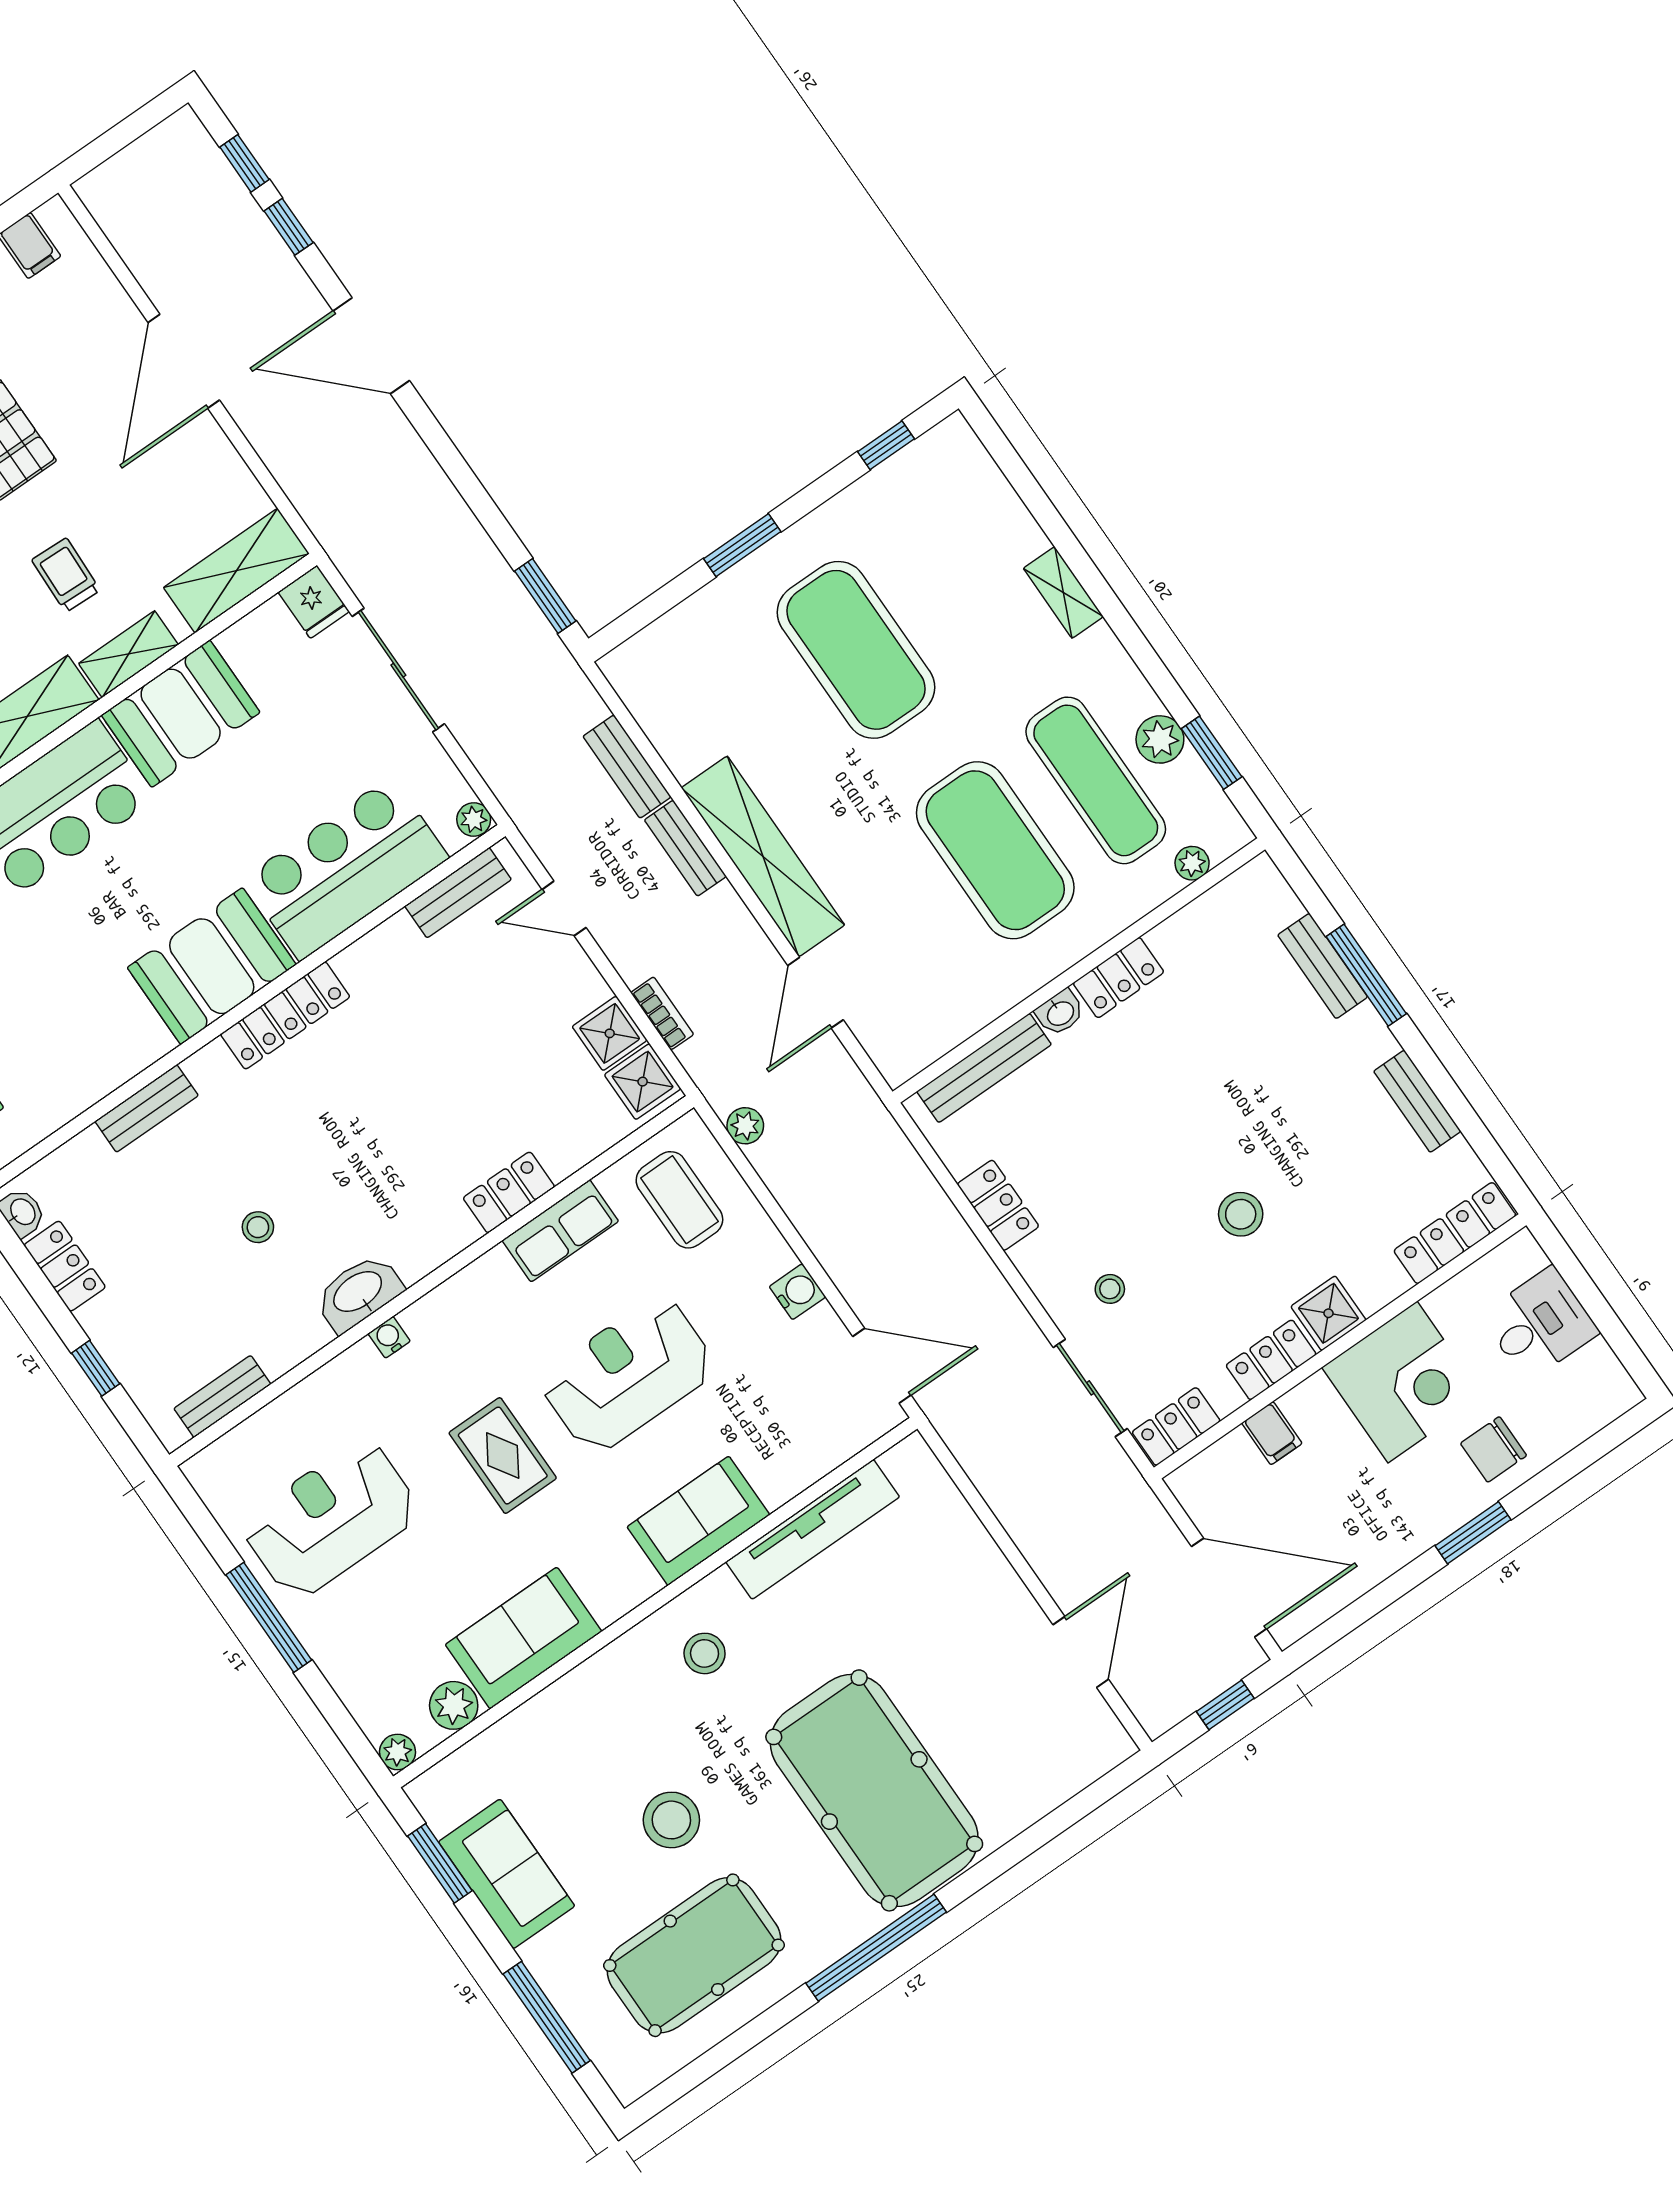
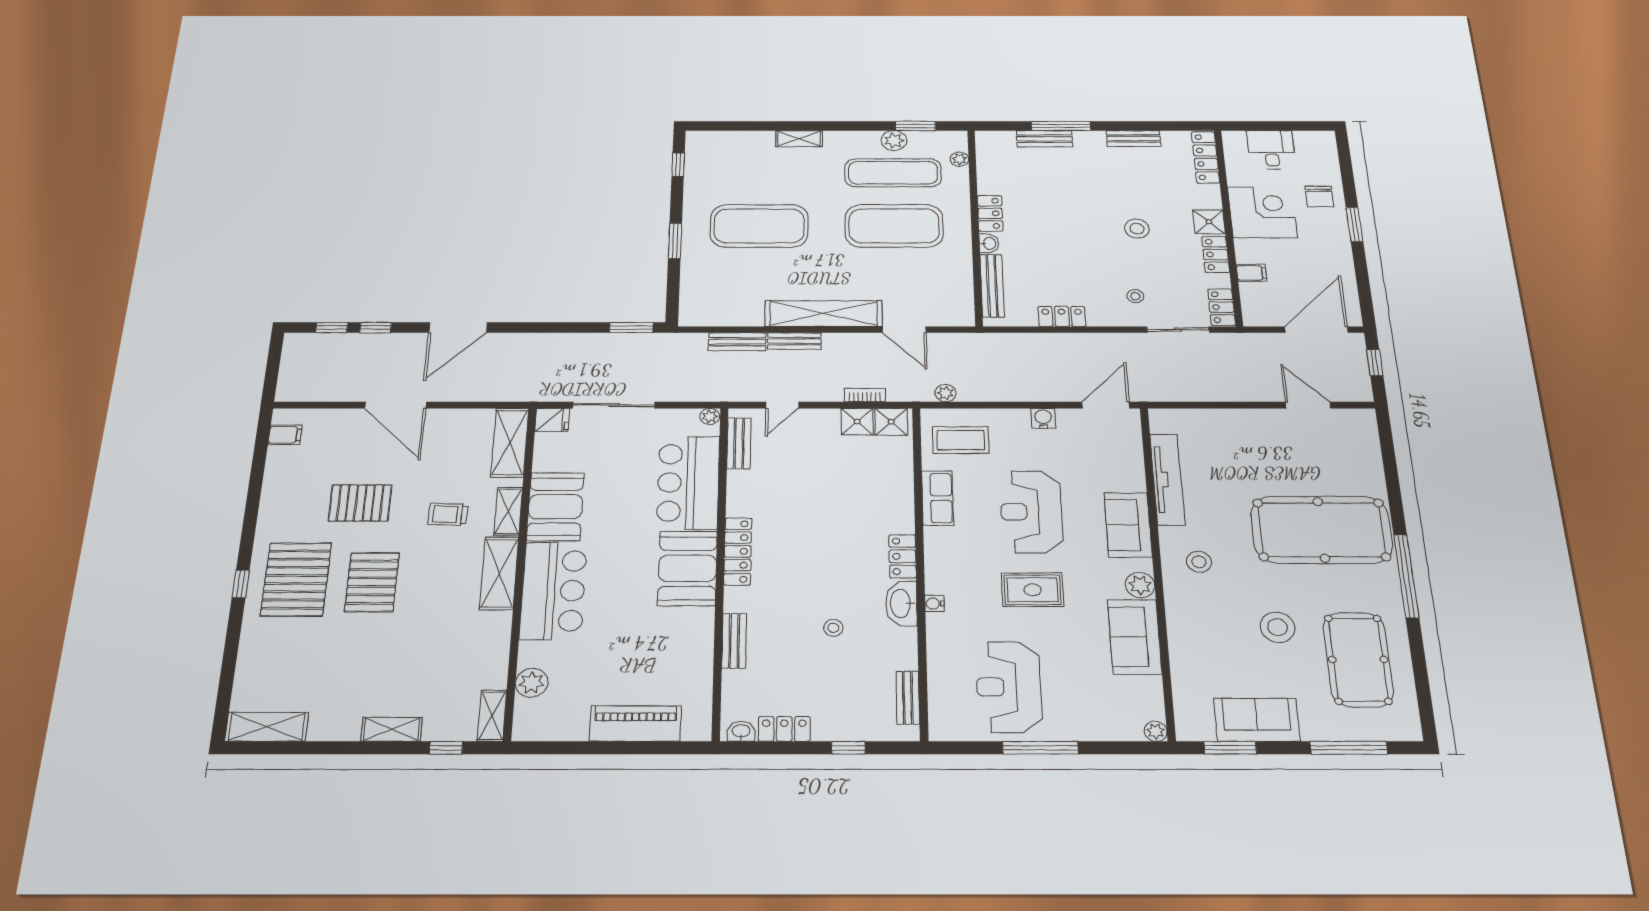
locker: (509, 1192) -> (902, 556), moved
plant: (454, 1705) -> (1140, 585), moved

